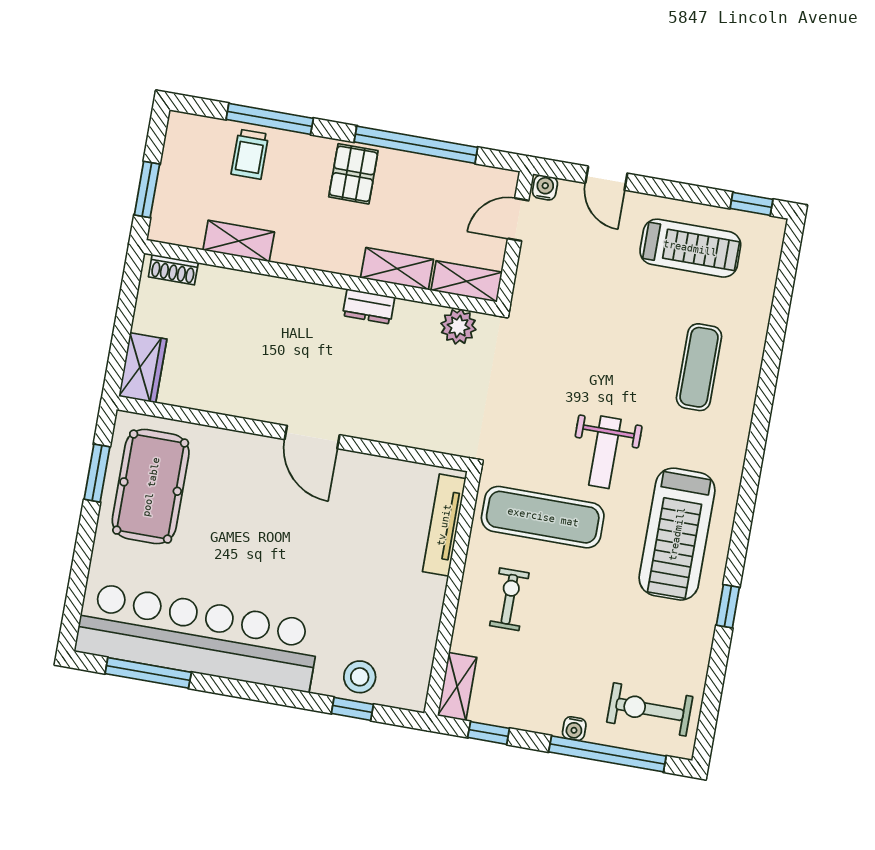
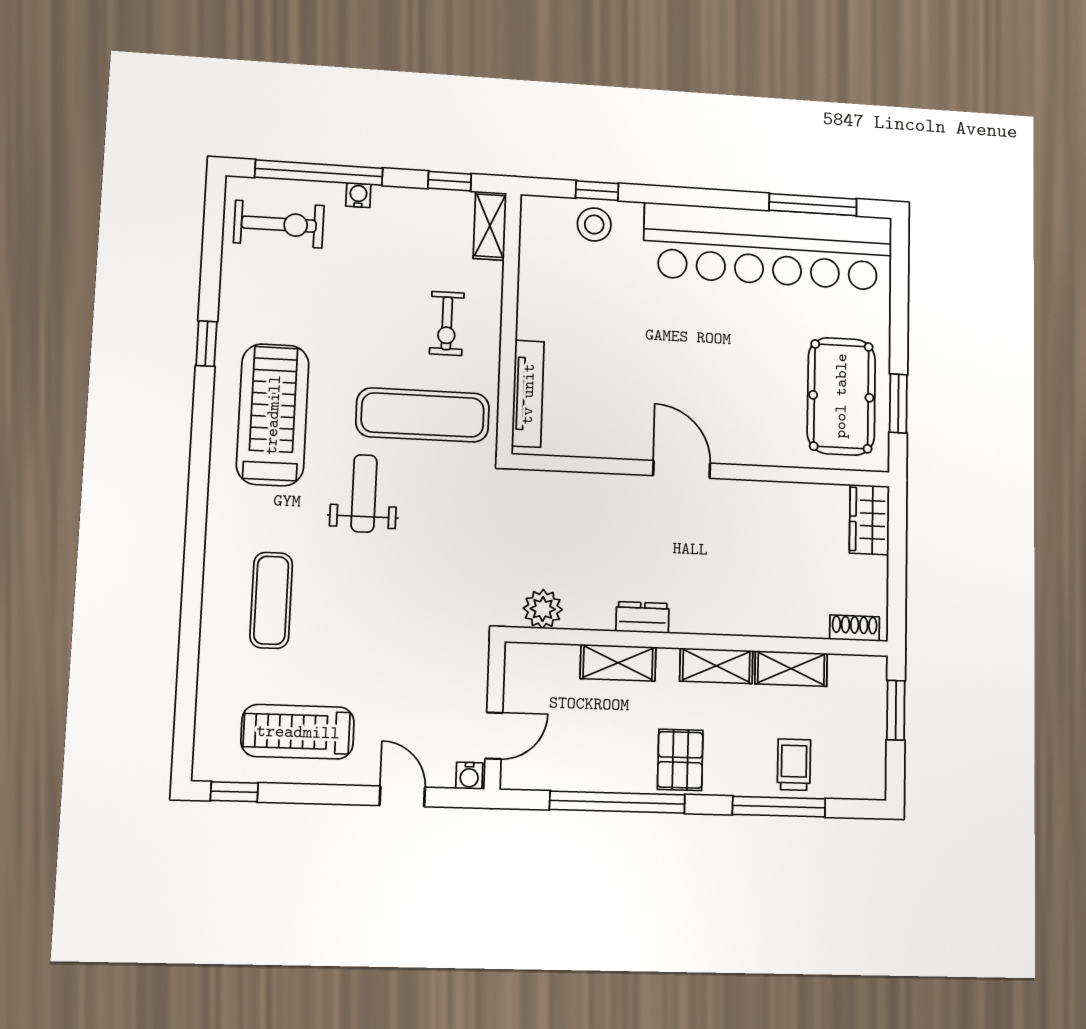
shelving: (467, 281) -> (716, 666), moved

